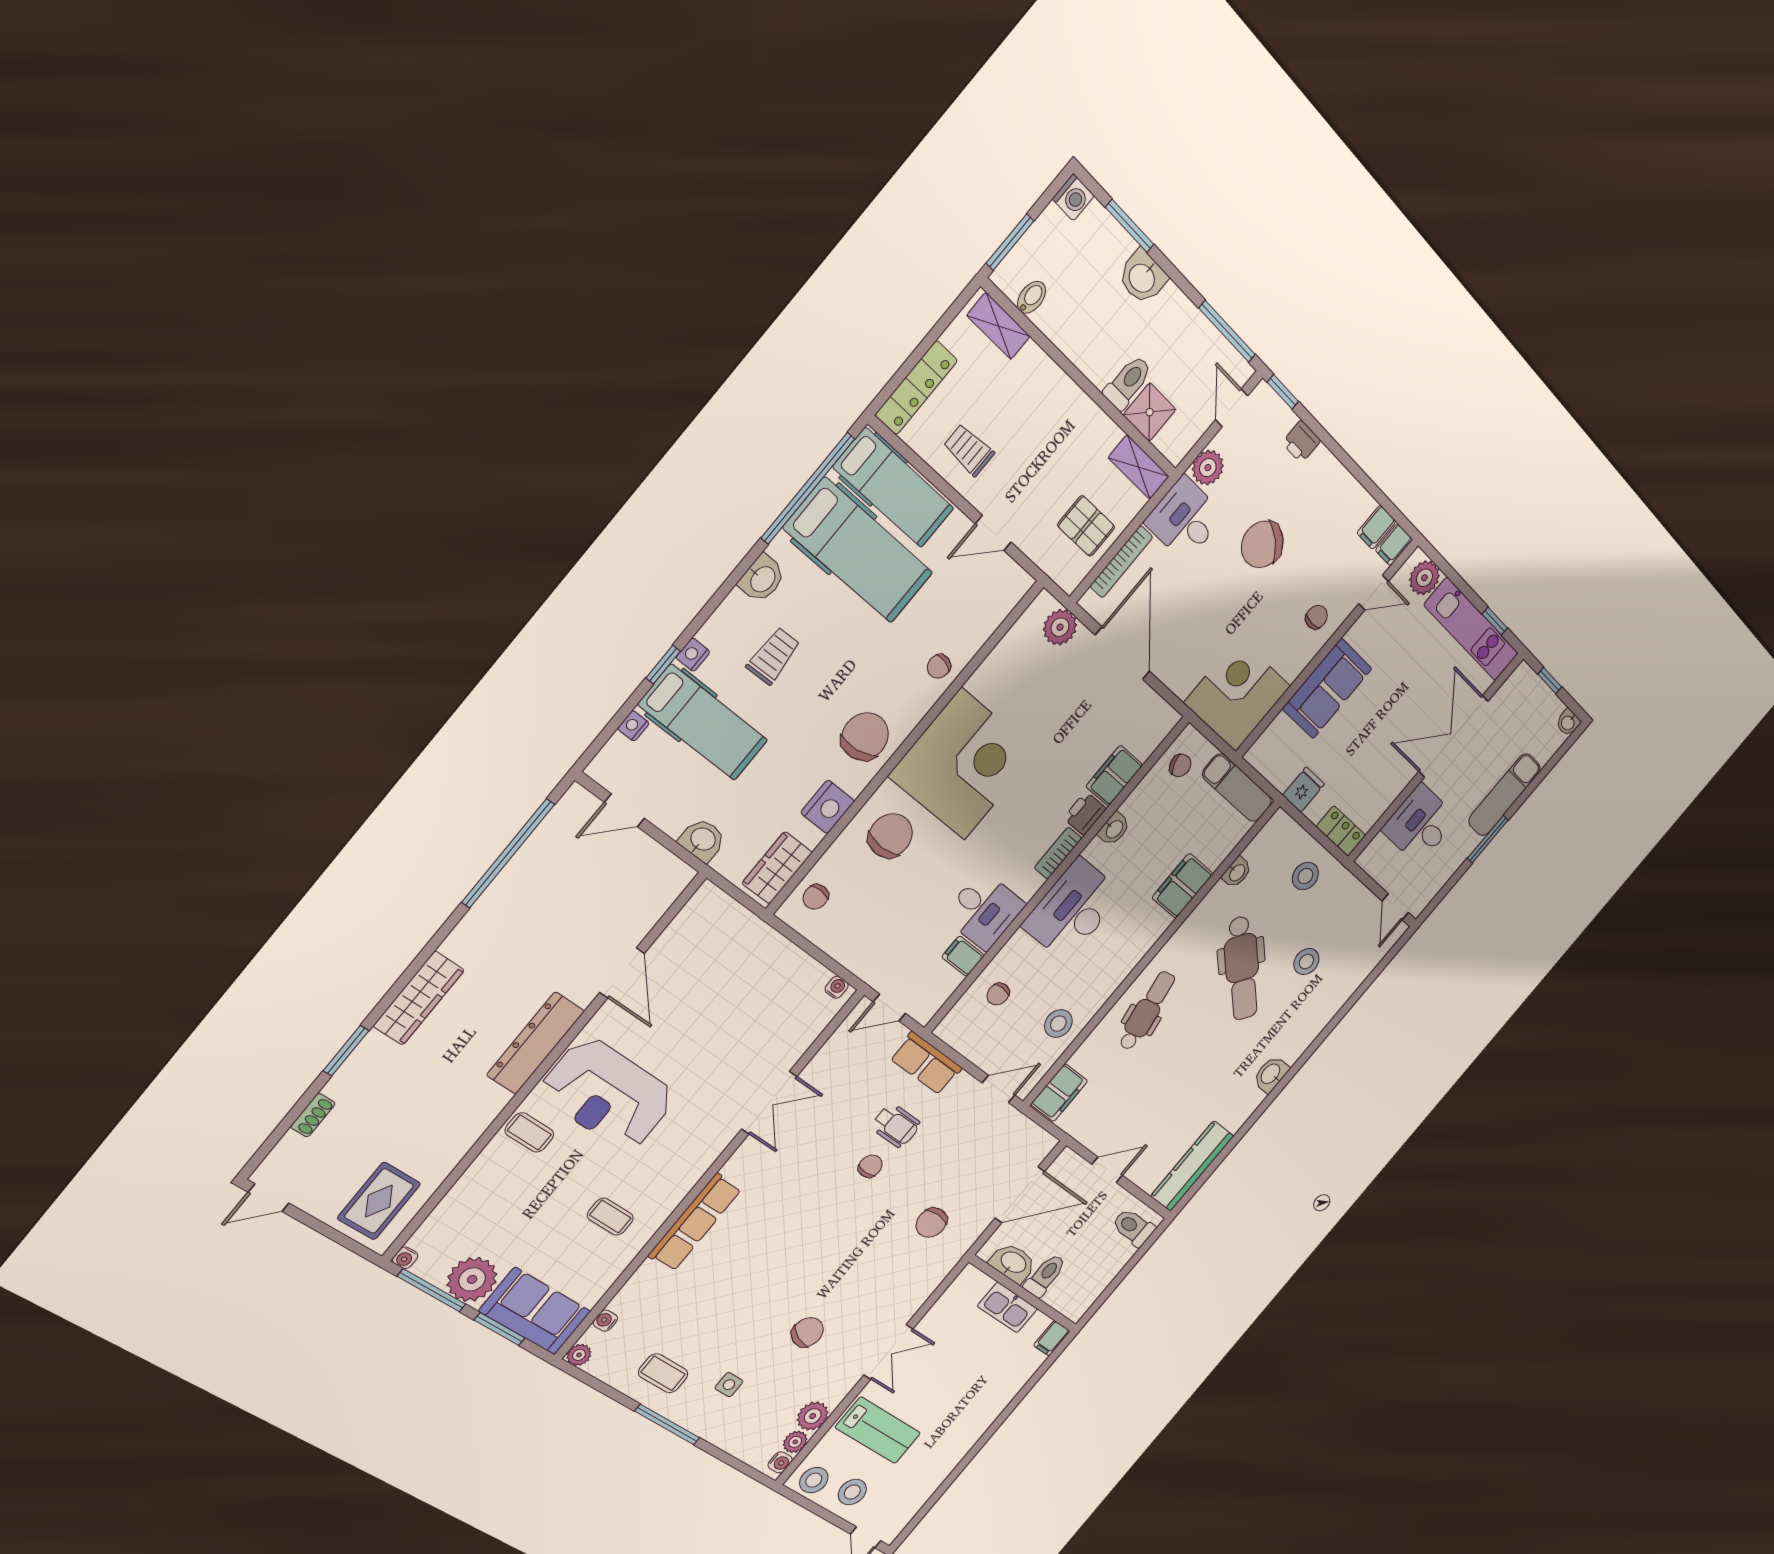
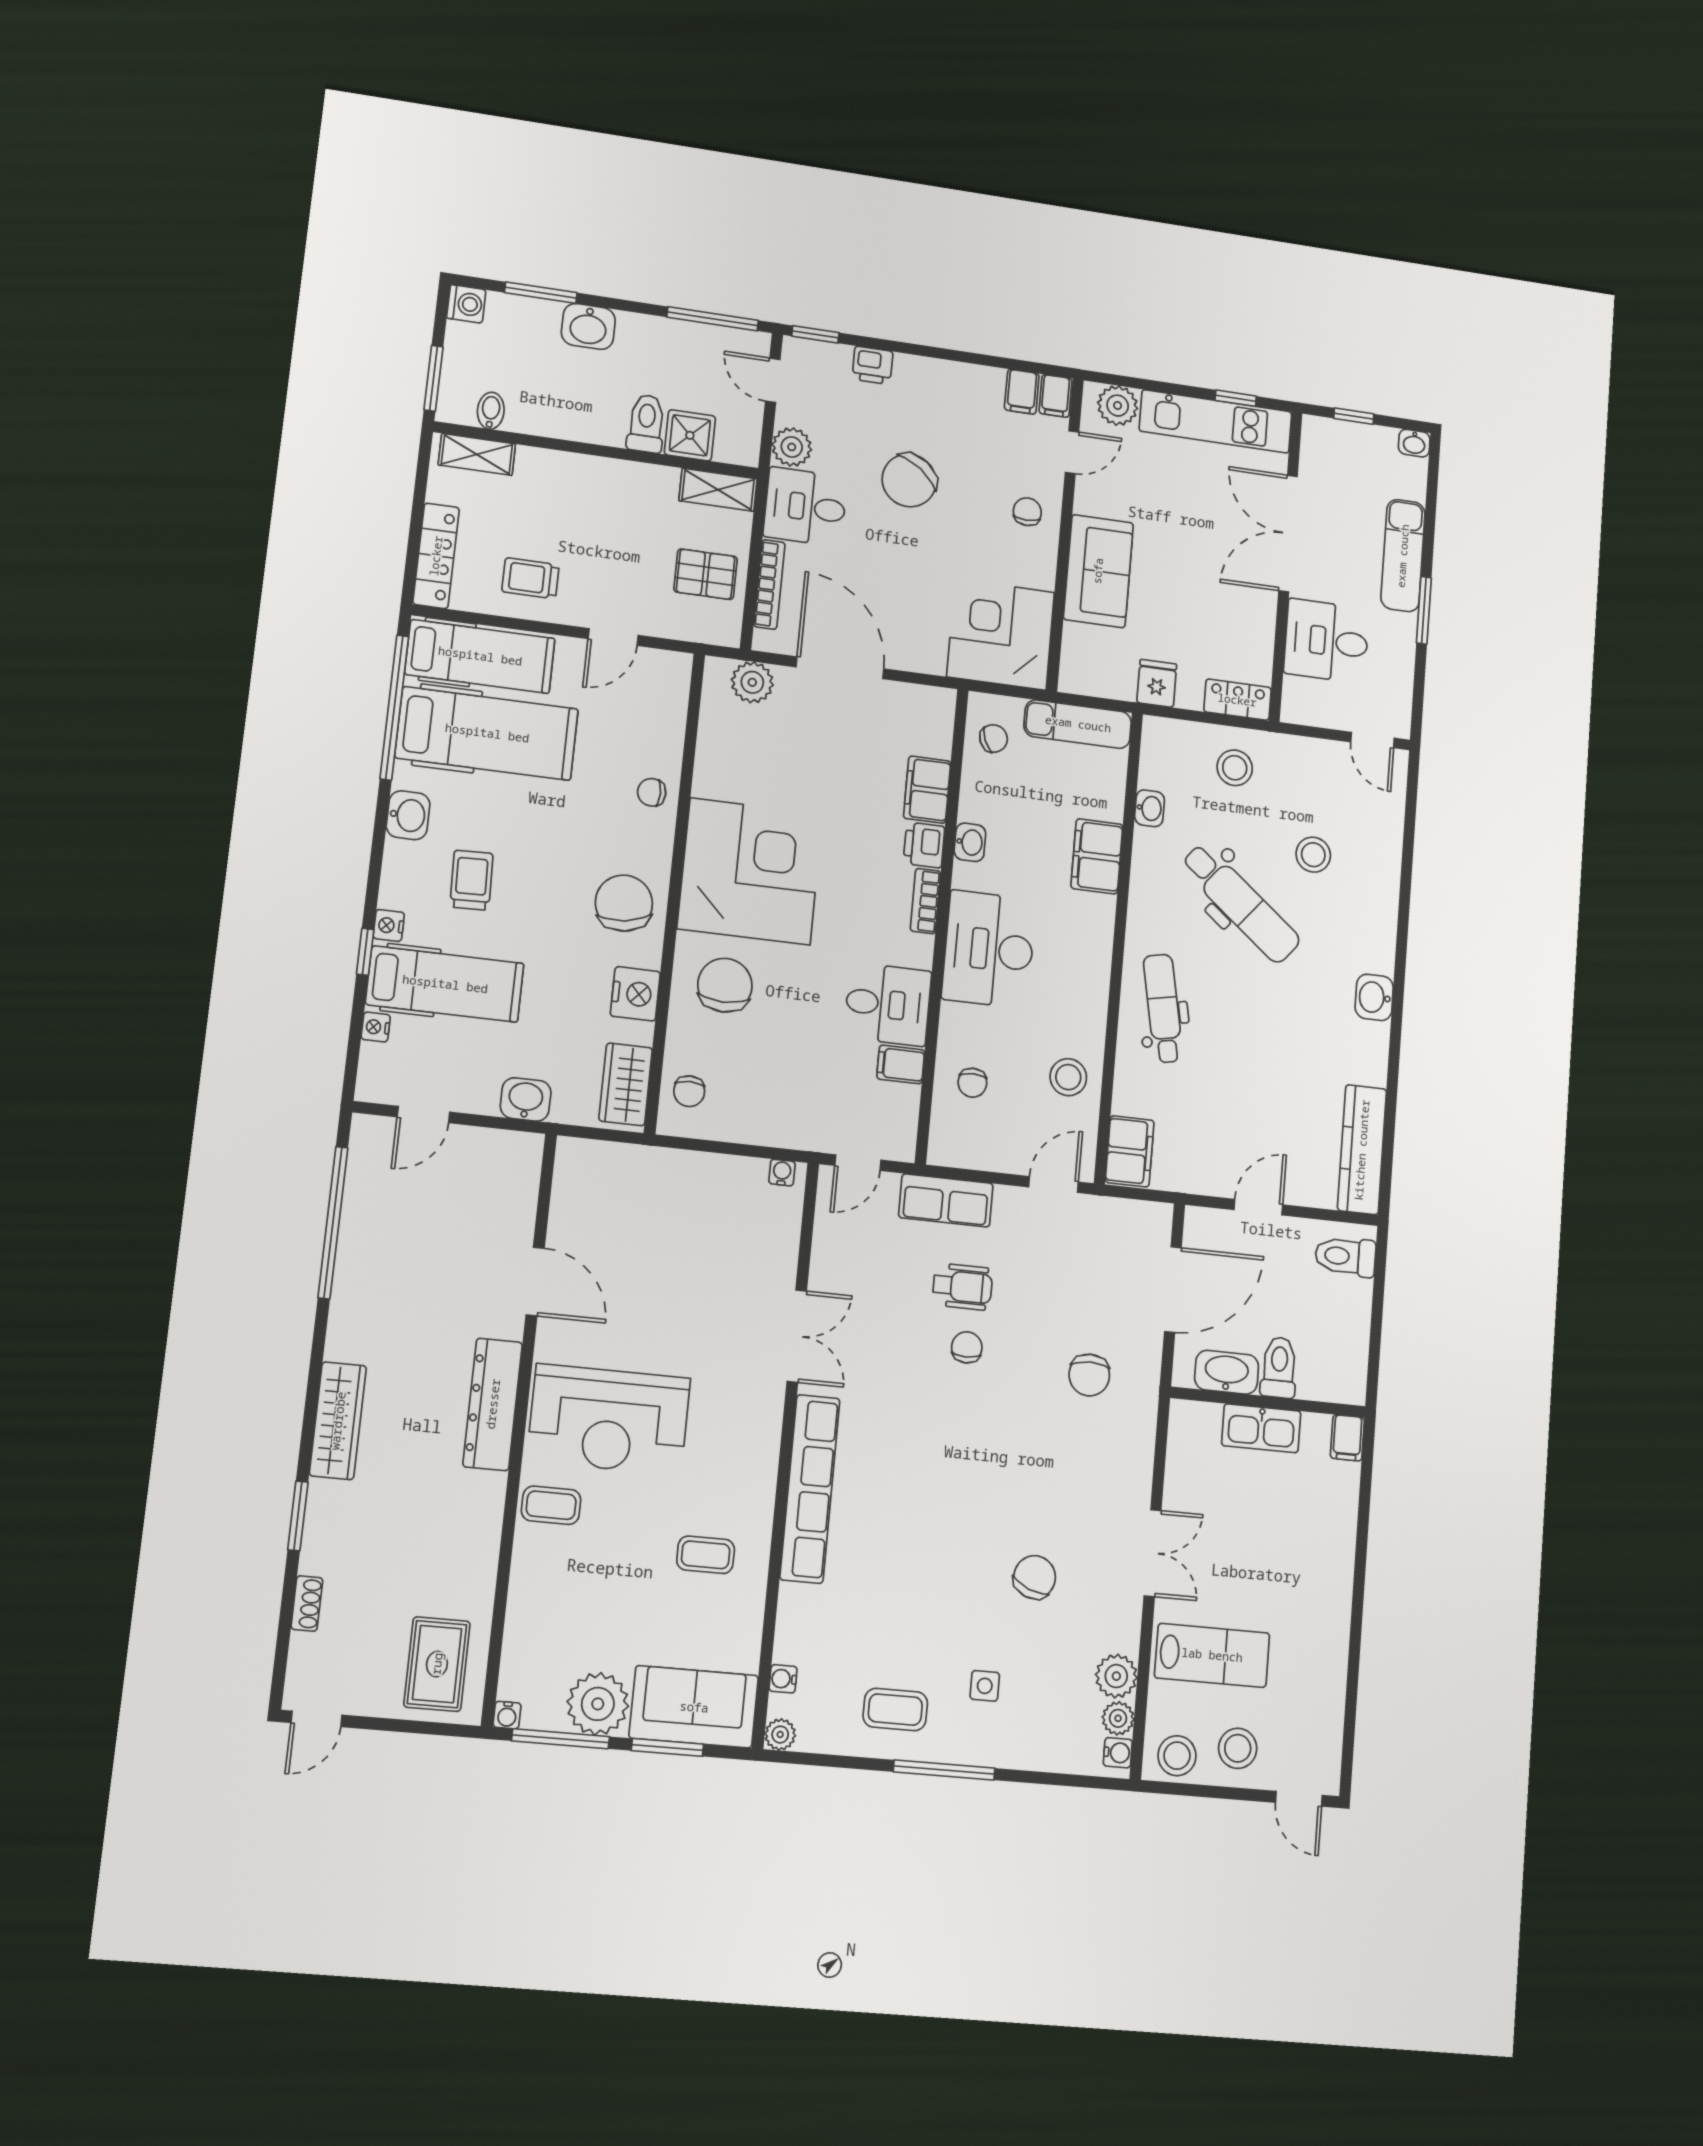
chair: (939, 666) -> (652, 792), turned 79
row of seats: (695, 1222) -> (810, 1489), width x1.36

